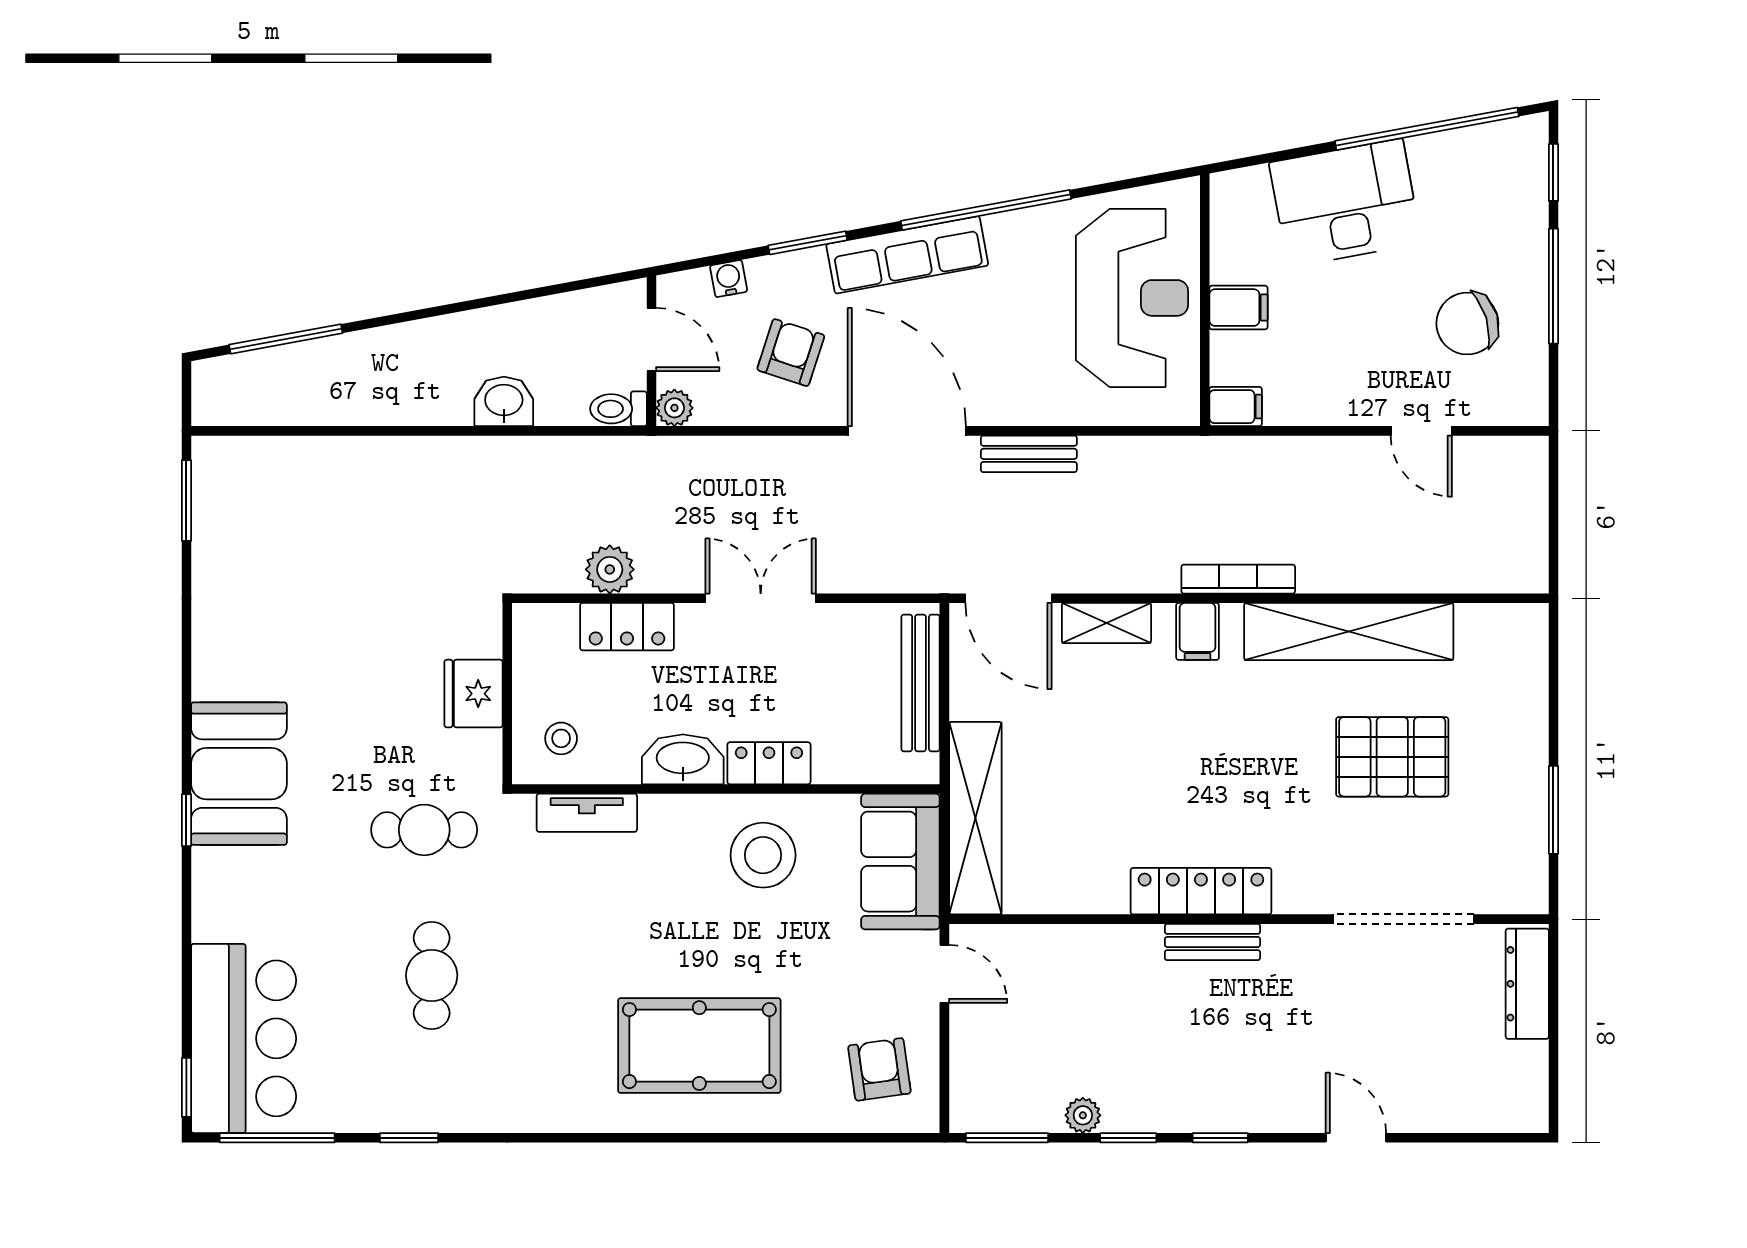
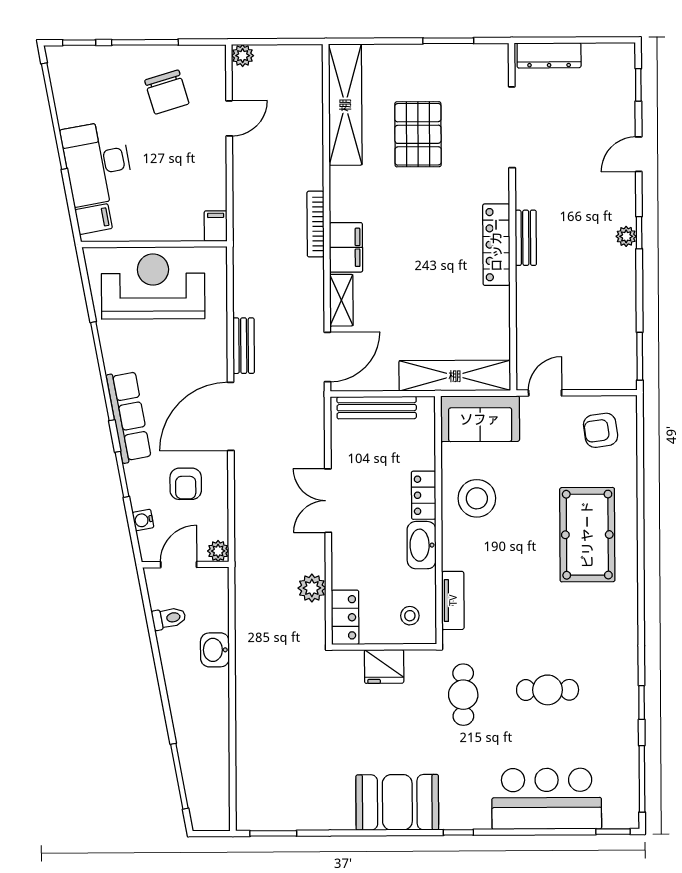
filing cabinet: (1238, 308) -> (94, 219), moved, turned 80
armchair: (791, 353) -> (186, 484), turned -108
toilet: (618, 409) -> (169, 618), moved, turned -100
plant: (1530, 455) -> (243, 56), added
locker: (627, 627) -> (345, 617), moved
filing cabinet: (1198, 631) -> (346, 247), width x2.00
shelving: (1349, 631) -> (345, 105), moved
booth: (239, 774) -> (397, 802), moved
bar counter: (244, 1038) -> (547, 799), moved
plant: (1083, 1115) -> (626, 236), moved
window: (1128, 1138) -> (638, 85), moved

